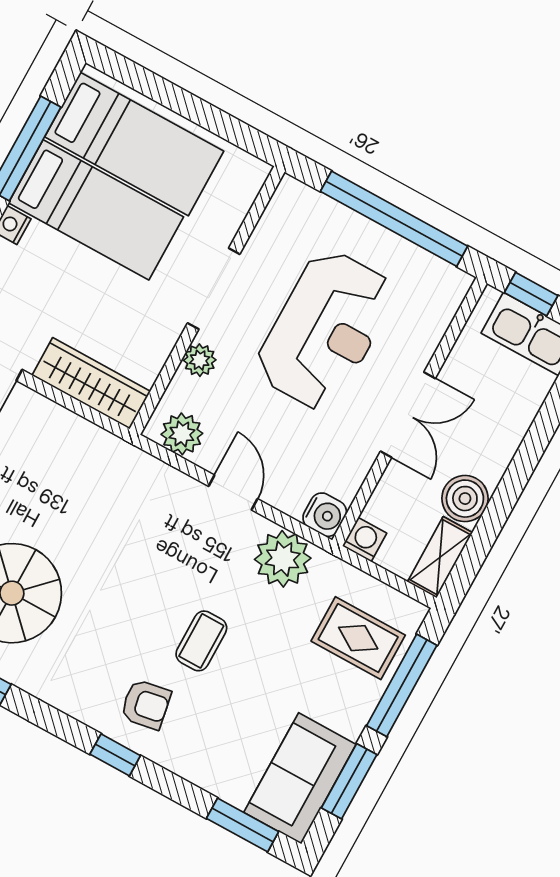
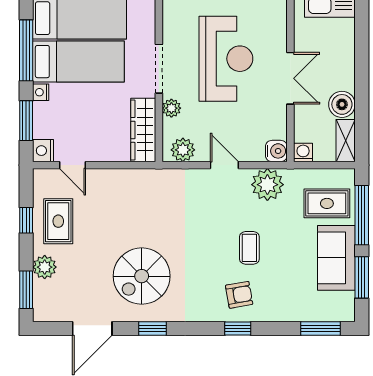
wardrobe: (91, 383) -> (143, 130), moved, turned -90
sofa: (300, 778) -> (336, 258), moved

